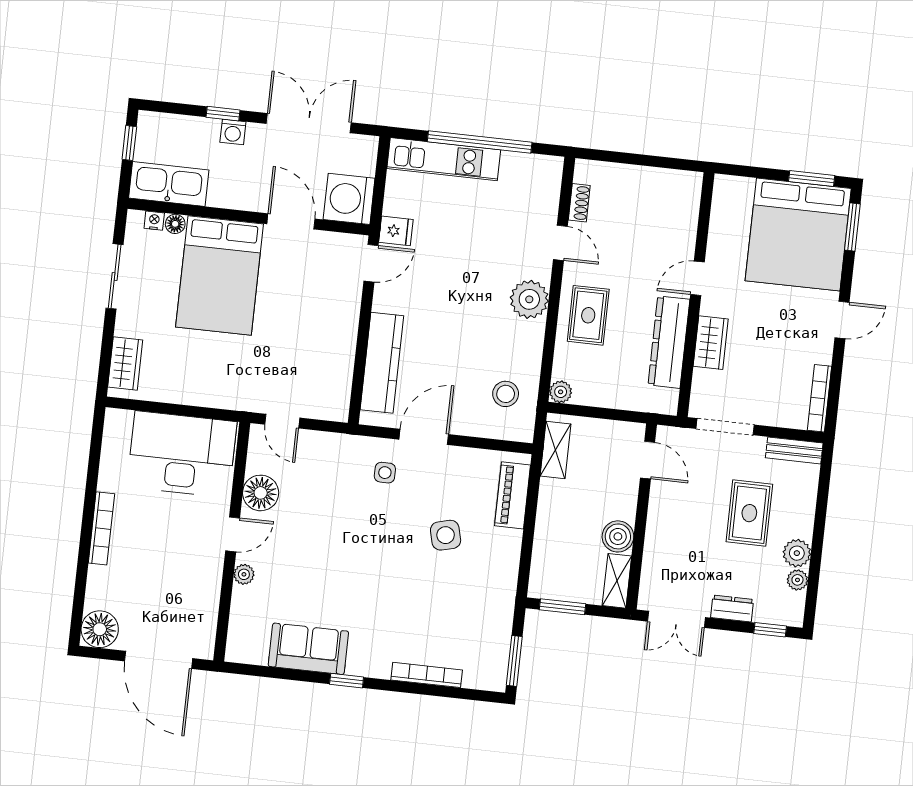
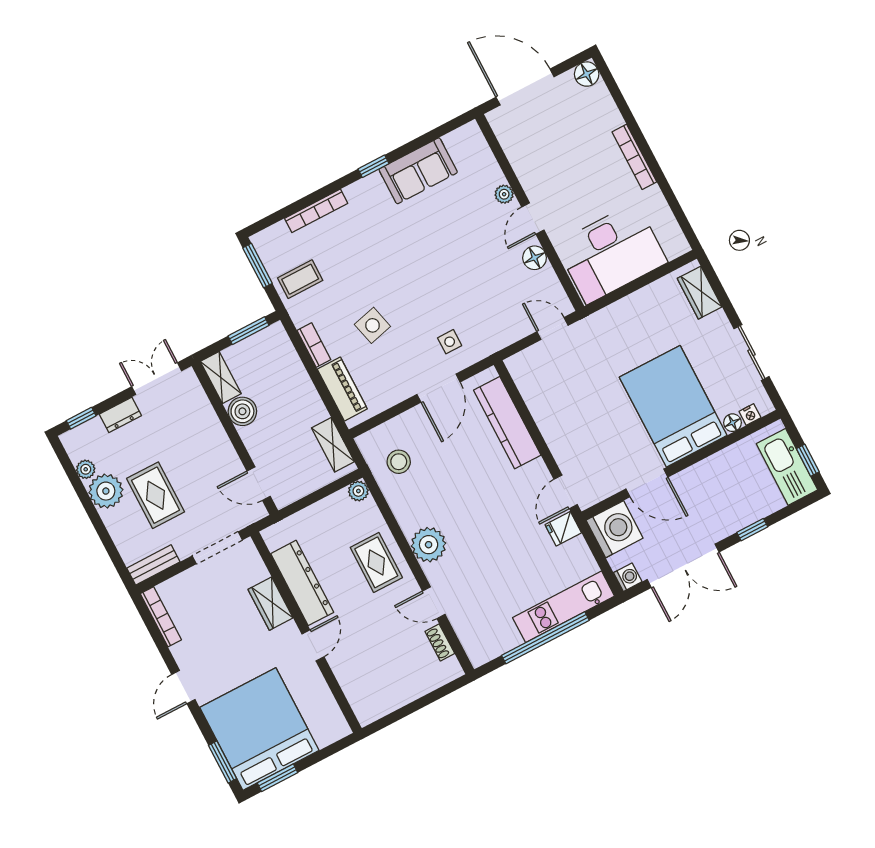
washing machine: (233, 132) -> (628, 577), moved, turned 90
kitchen sink: (169, 184) -> (787, 467), moved, turned 90
floor lamp: (261, 493) -> (535, 258), width x0.73, depth x0.73
bookcase: (511, 553) -> (314, 345), added
plant: (797, 553) -> (106, 491), width x1.36, depth x1.36
coffee table: (483, 622) -> (300, 279), added
floor lamp: (100, 629) -> (587, 74), width x0.73, depth x0.73

